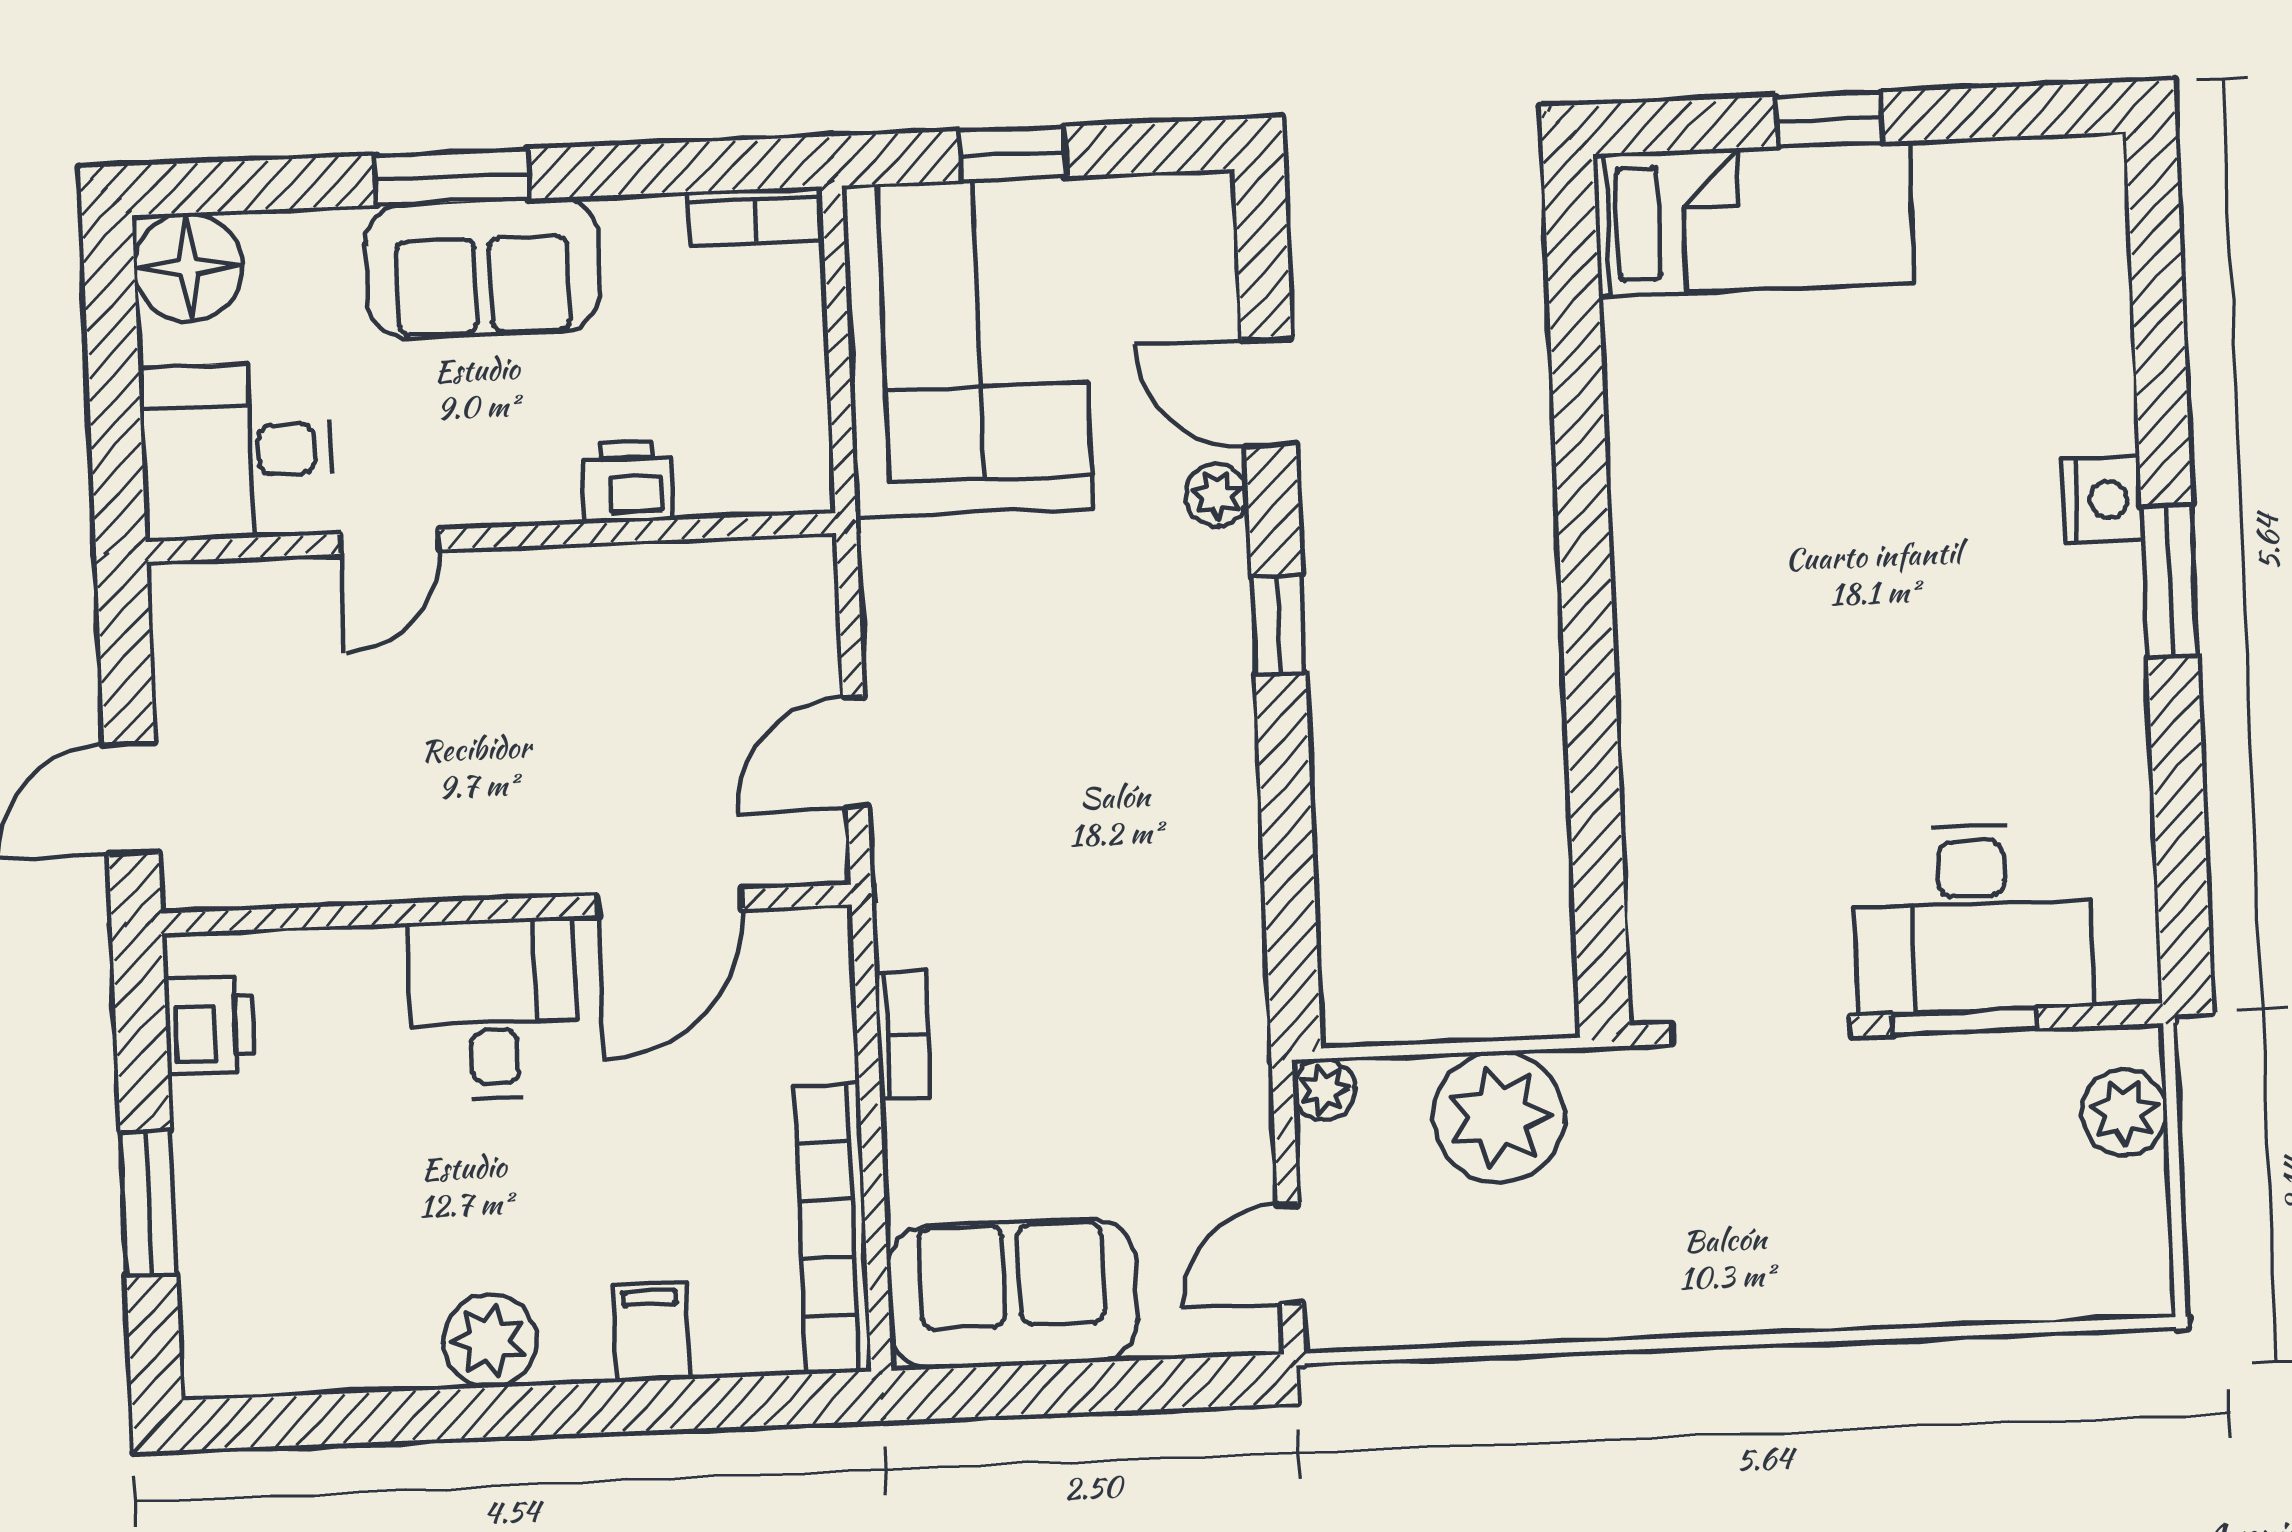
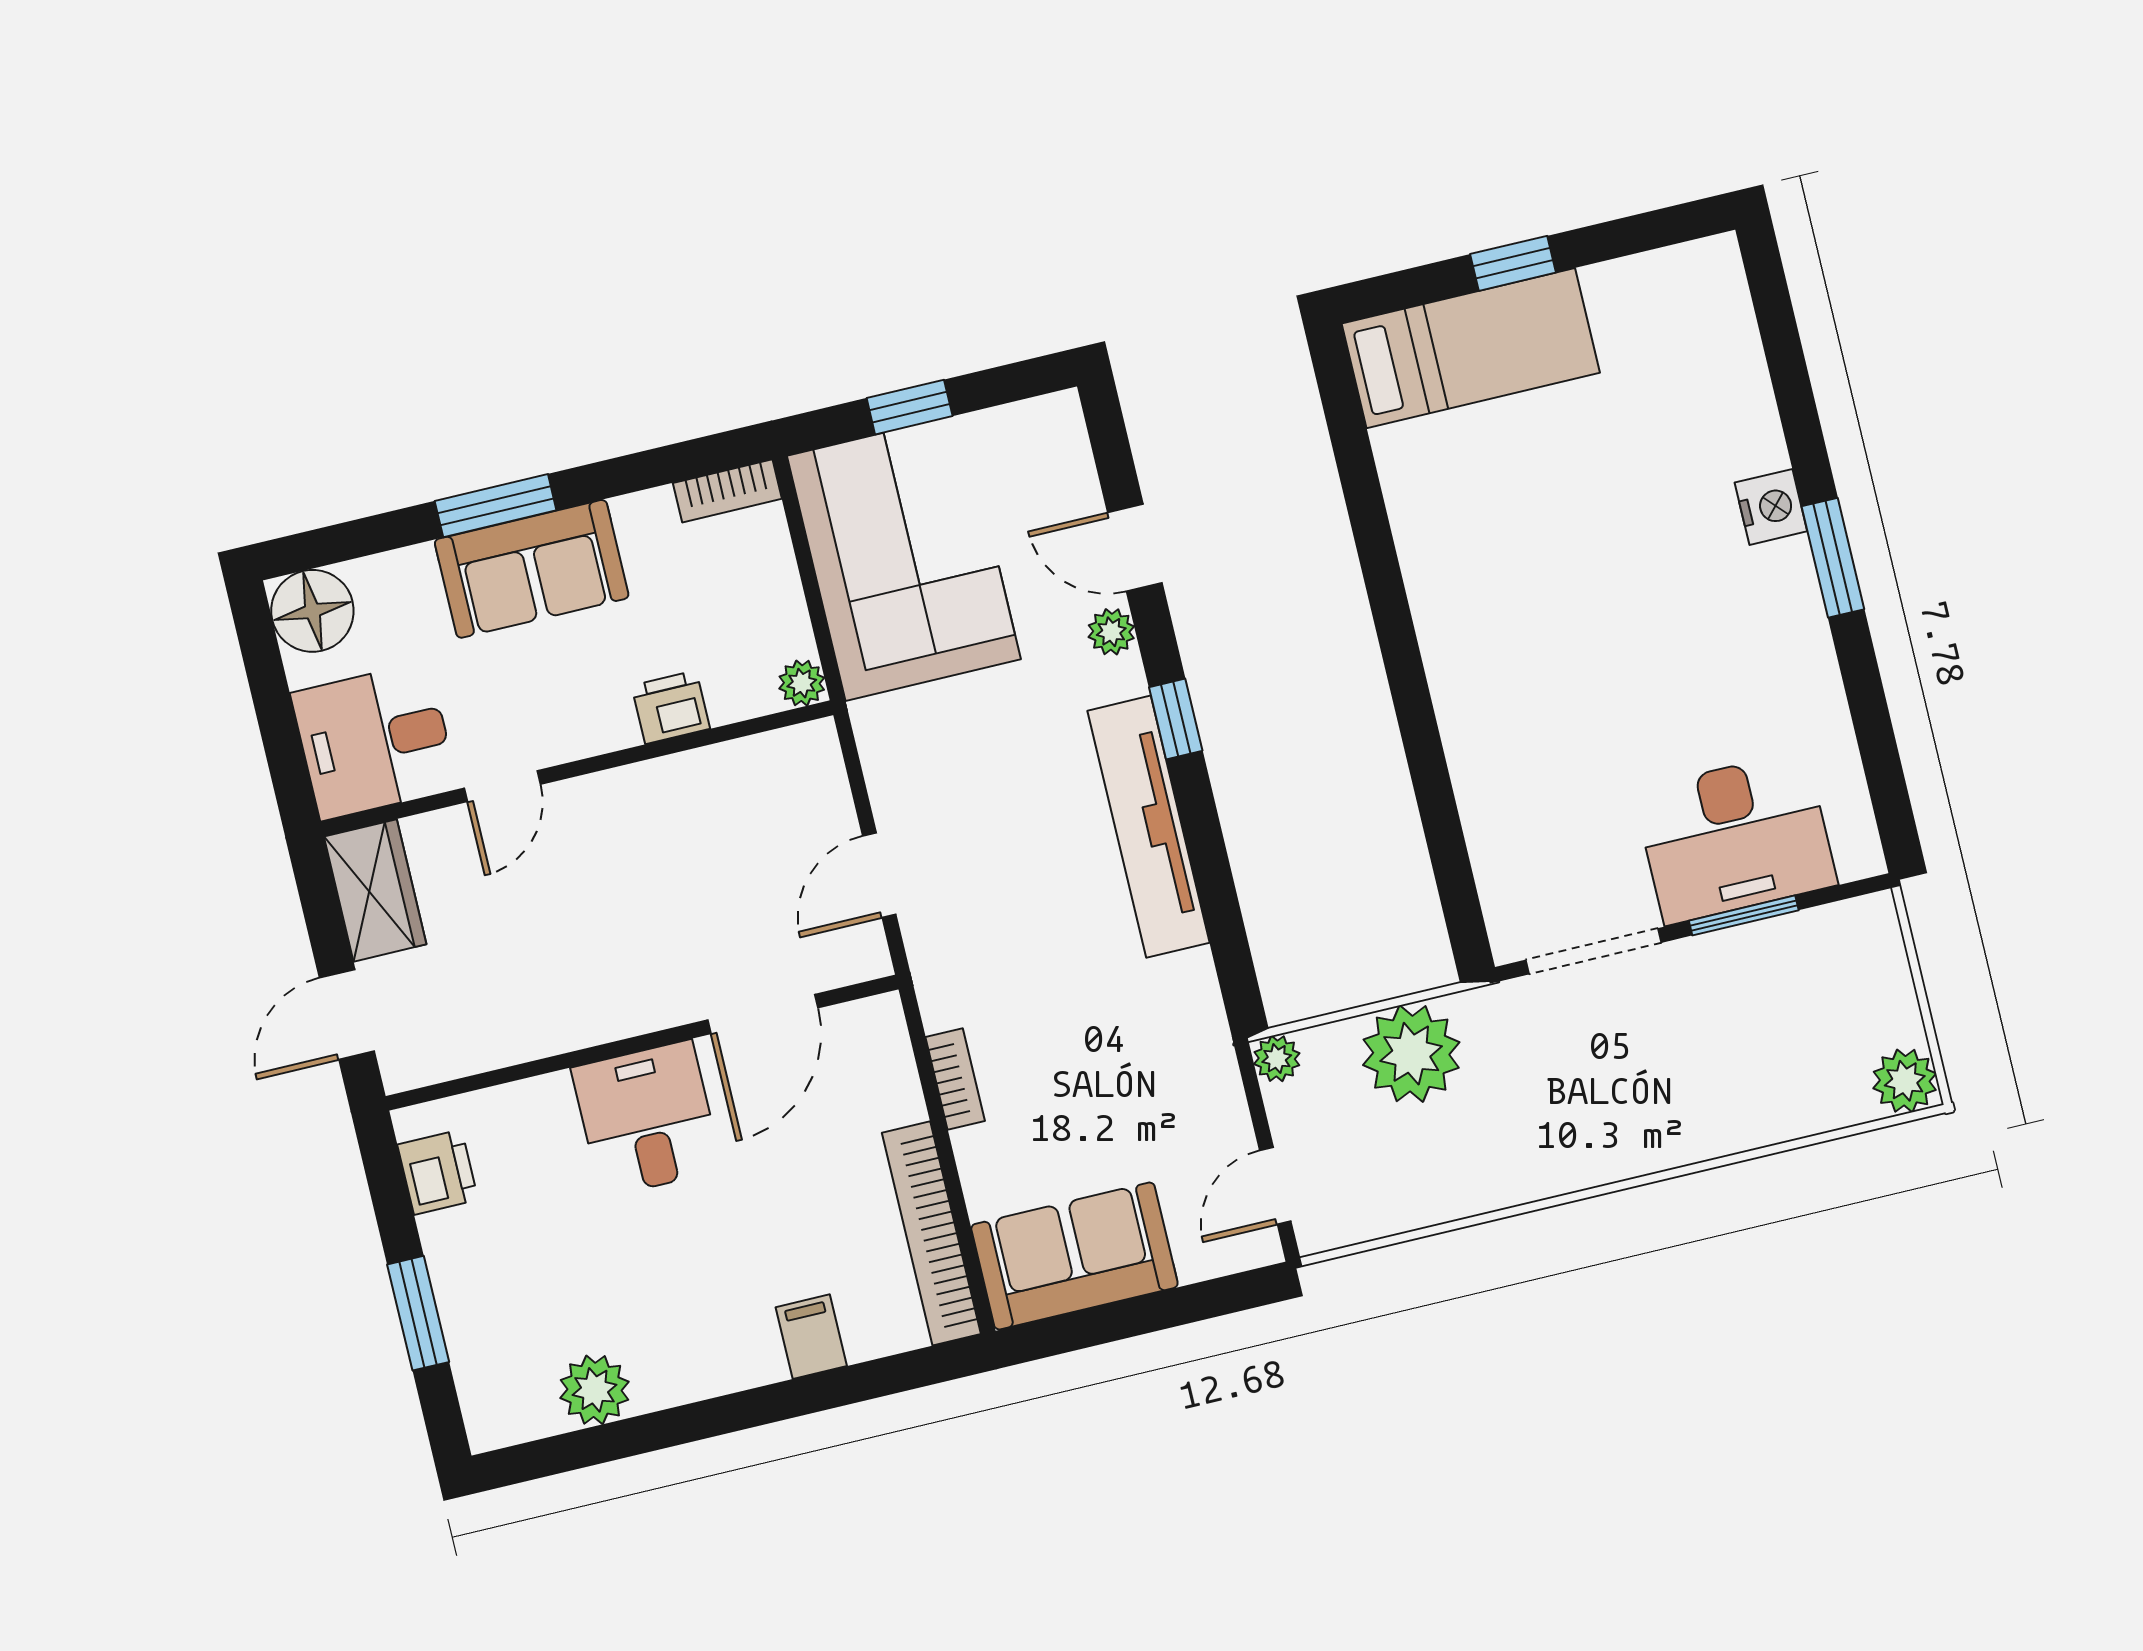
plant: (803, 484) -> (802, 683), added
wardrobe: (199, 645) -> (375, 890), added
tv unit: (1216, 757) -> (1149, 827), added
plant: (2124, 1112) -> (1905, 1081), moved
plant: (490, 1341) -> (594, 1390), moved

